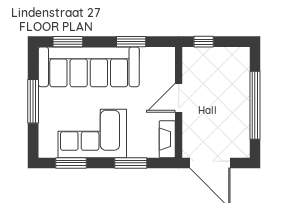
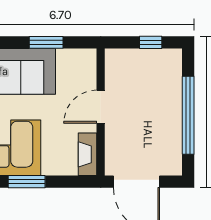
window: (204, 42) -> (151, 42), moved
window: (131, 163) -> (27, 182), moved

